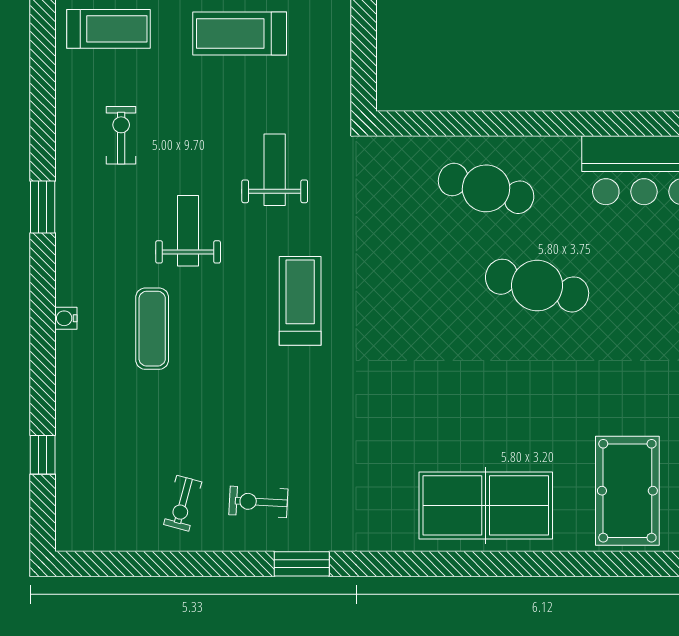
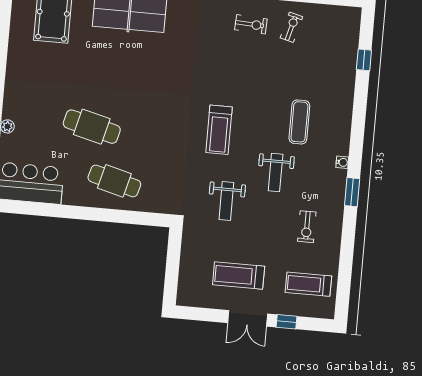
treadmill: (240, 33) -> (239, 275), turned 180
water cooler: (66, 318) -> (342, 162), moved

